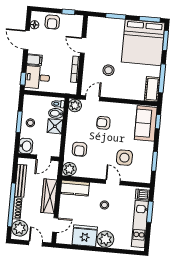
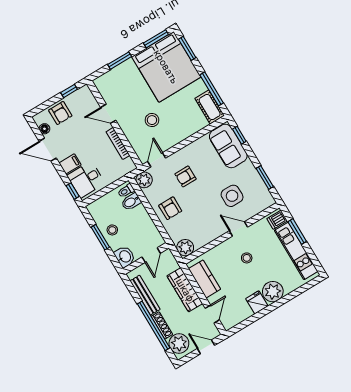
shower: (55, 126) -> (139, 215), removed
armchair: (80, 149) -> (170, 208), moved
kitchen counter: (75, 188) -> (204, 279), moved, turned -90
fridge: (85, 236) -> (257, 302), width x0.53, depth x0.75

